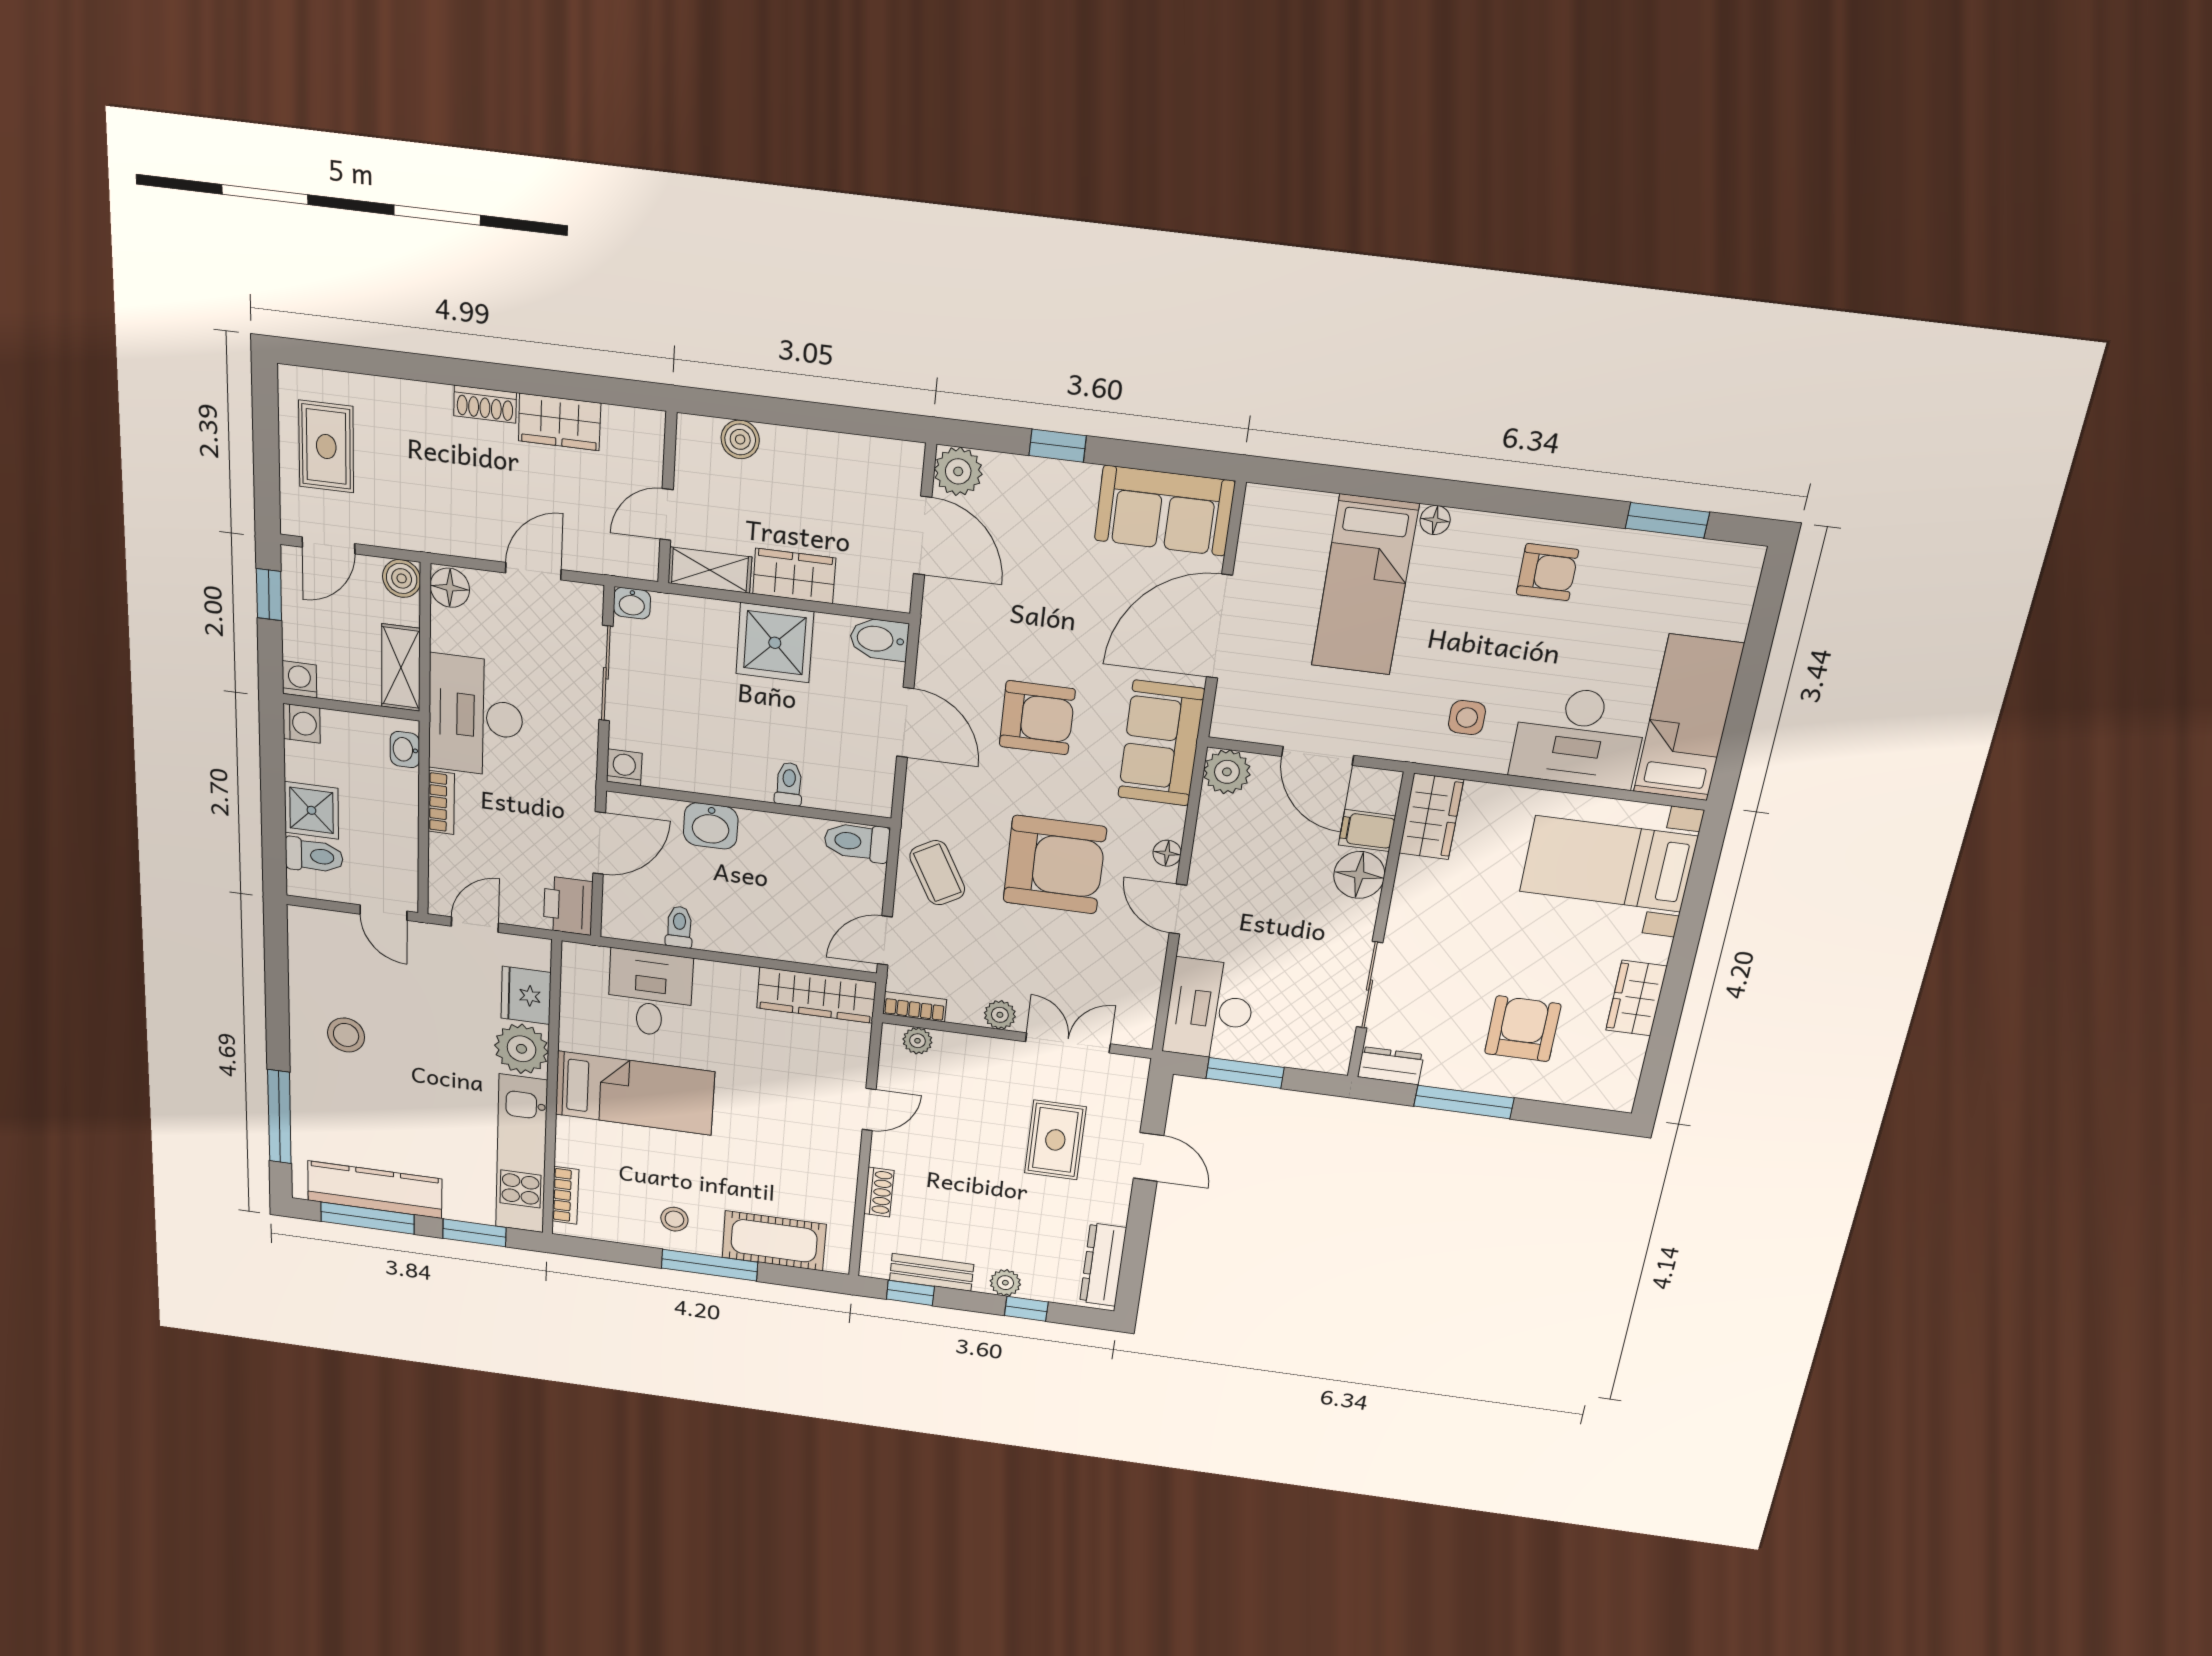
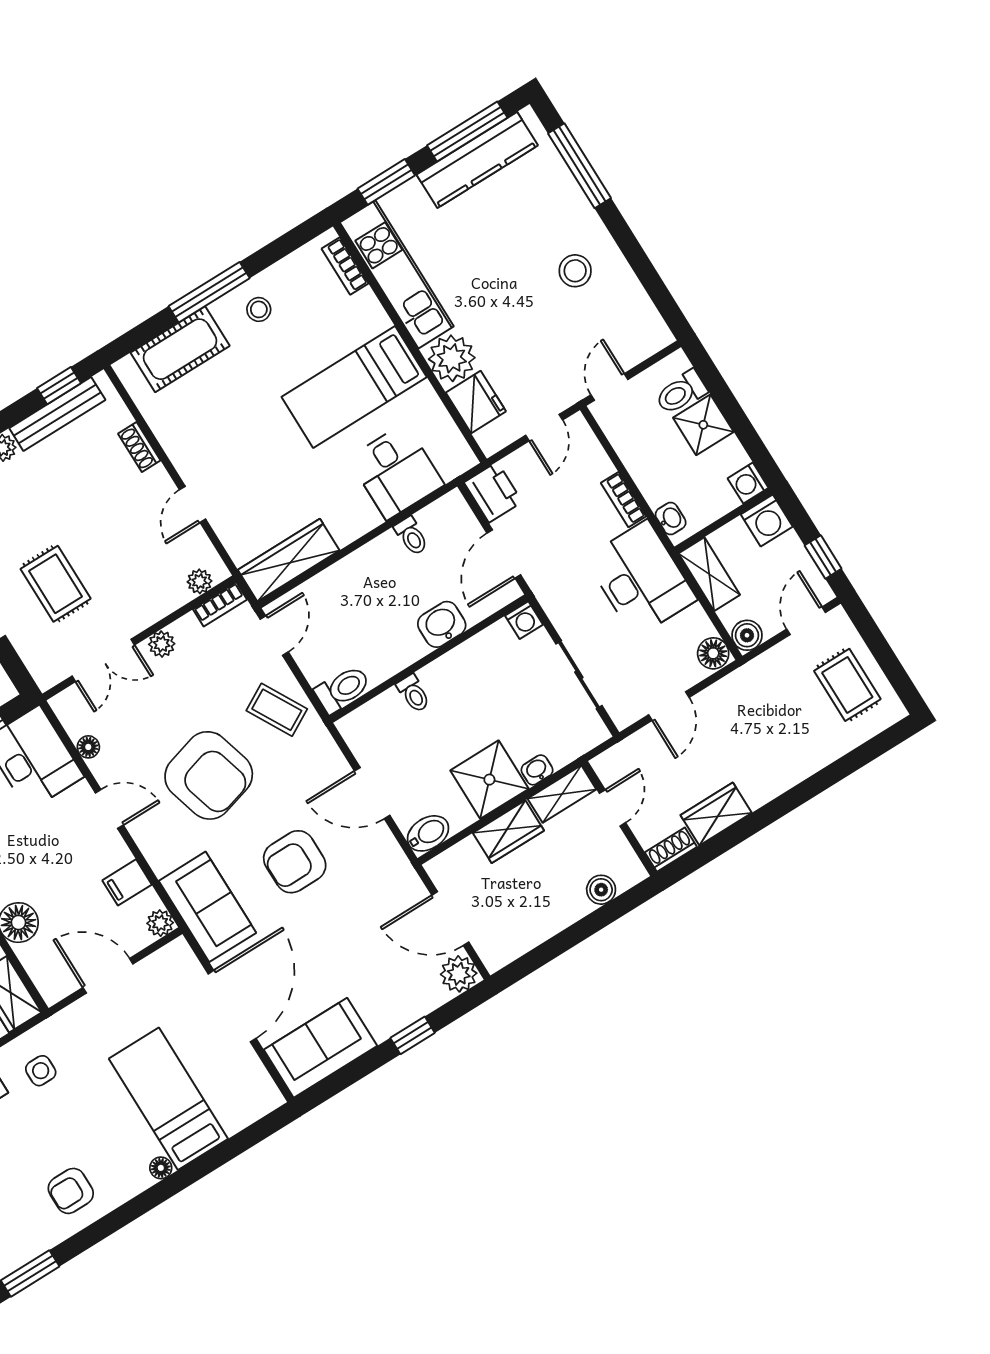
shoe rack: (485, 404) -> (671, 850), moved
washbasin: (632, 603) -> (537, 770), moved
washing machine: (299, 679) -> (767, 521), width x1.38, depth x1.38
plant: (1227, 772) -> (160, 923), width x0.73, depth x0.73
filing cabinet: (1367, 831) -> (127, 882), moved, turned 180
floor lamp: (1167, 853) -> (88, 747), moved
armchair: (1055, 865) -> (209, 775), turned -106
door: (384, 913) -> (609, 387), hinge flipped
bench: (932, 1272) -> (57, 414), width x1.36

